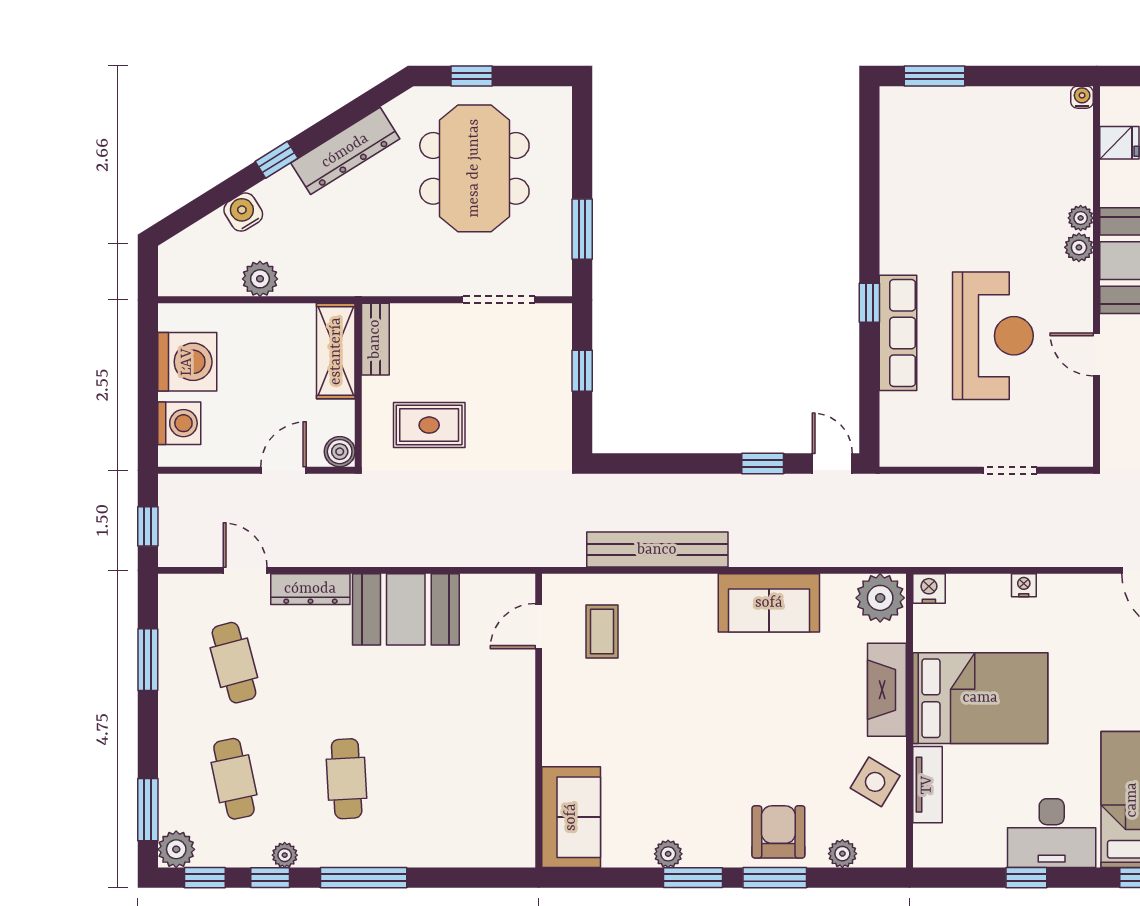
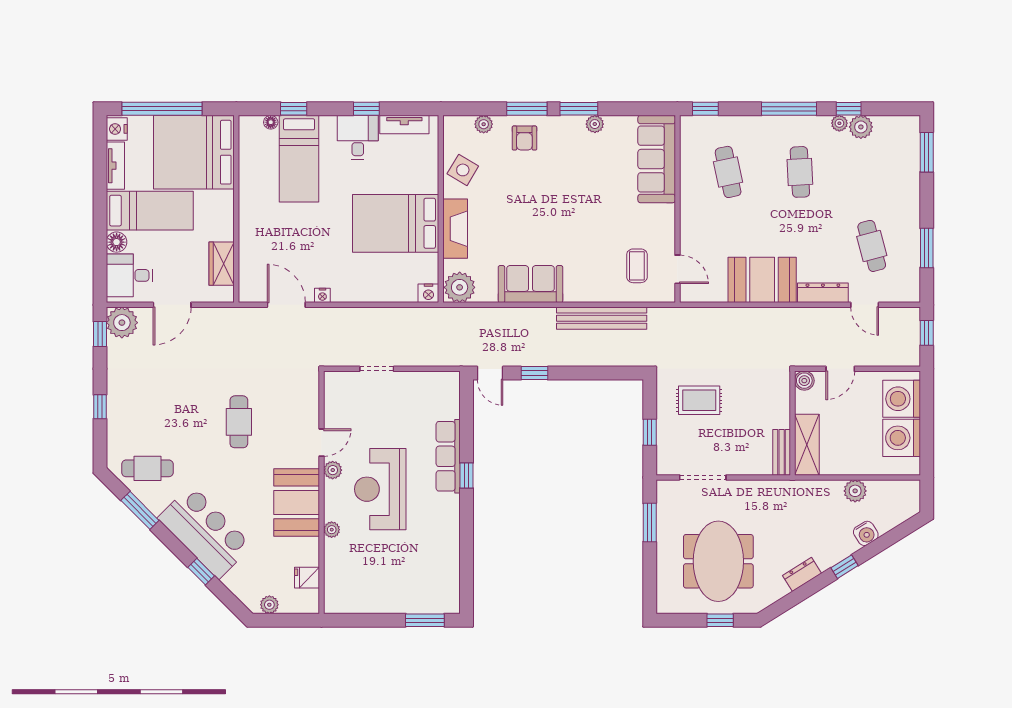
water cooler: (1082, 97) -> (331, 607), removed
dresser: (345, 151) -> (802, 574), width x0.51, depth x0.80
plant: (1079, 247) -> (333, 470), moved
reception desk: (993, 336) -> (380, 489), moved
door: (1097, 354) -> (322, 443), hinge flipped
washing machine: (179, 423) -> (902, 399), width x1.37, depth x1.37
rug: (429, 425) -> (699, 400), moved
nightstand: (1024, 585) -> (322, 295), moved
door: (539, 626) -> (677, 269), hinge flipped
cafe table: (234, 779) -> (728, 172), moved
tv unit: (927, 785) -> (404, 125), moved, turned -90
sofa: (571, 817) -> (657, 159), width x1.36
armchair: (778, 832) -> (524, 138), width x0.72, depth x0.72
desk: (1052, 833) -> (358, 137), width x0.73
plant: (176, 849) -> (861, 127), moved
window: (205, 878) -> (705, 109), moved

